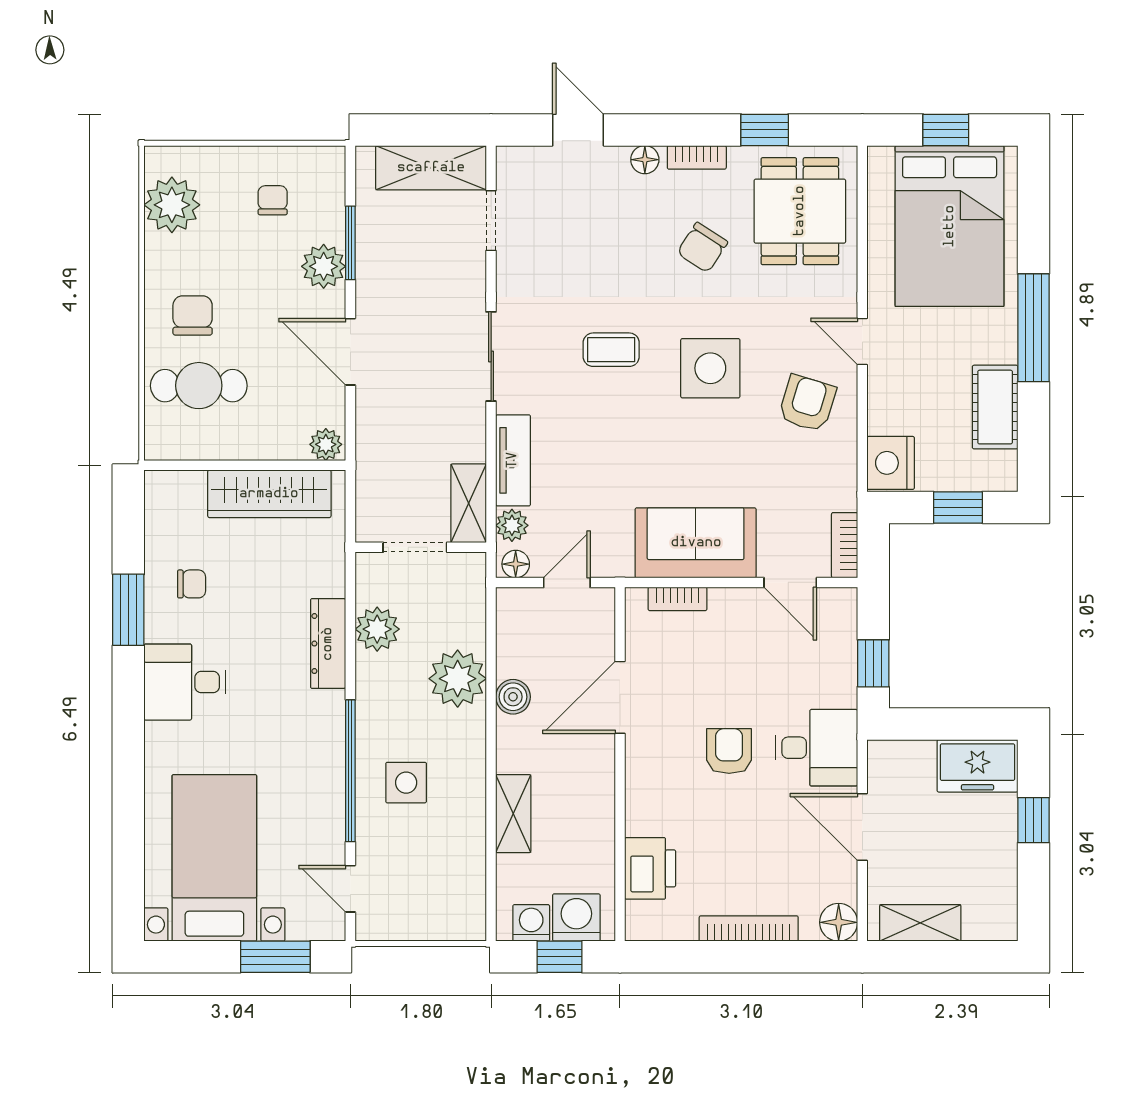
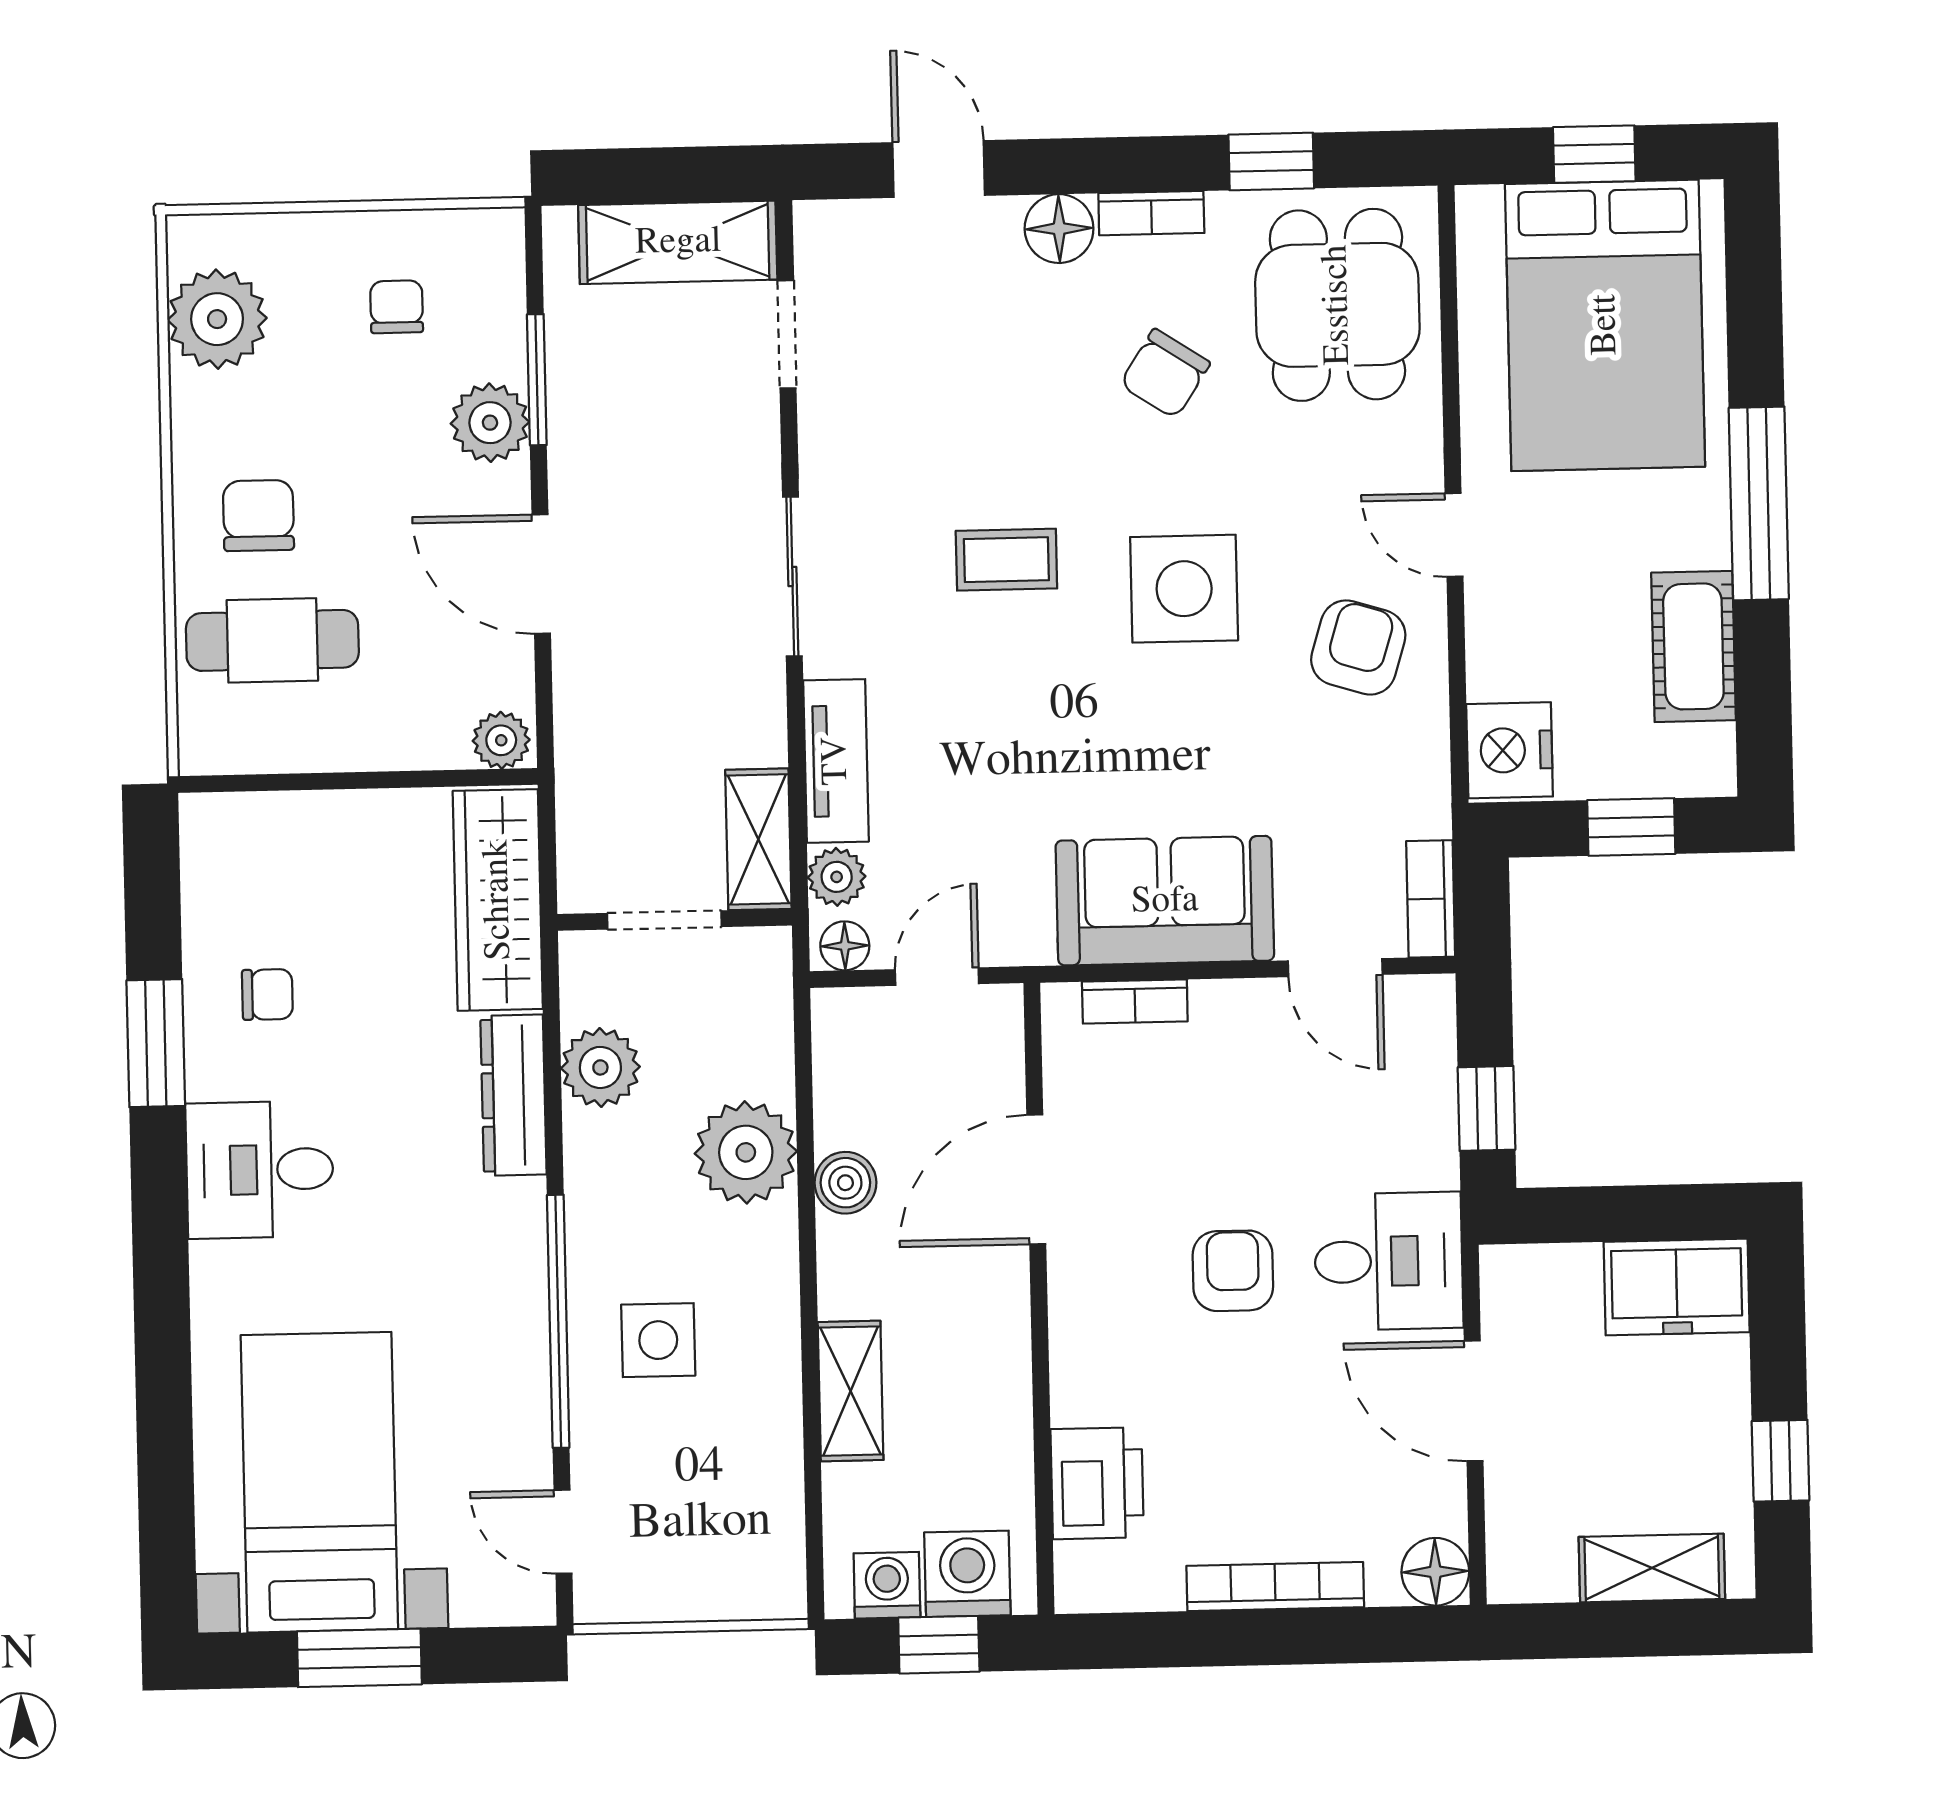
floor lamp: (645, 160) -> (1059, 229), width x1.37, depth x1.37
wardrobe: (269, 494) -> (498, 900), moved, turned 90
window: (1033, 820) -> (1780, 1461), moved
shelving: (920, 923) -> (1652, 1568), moved
window: (275, 957) -> (359, 1658), moved

